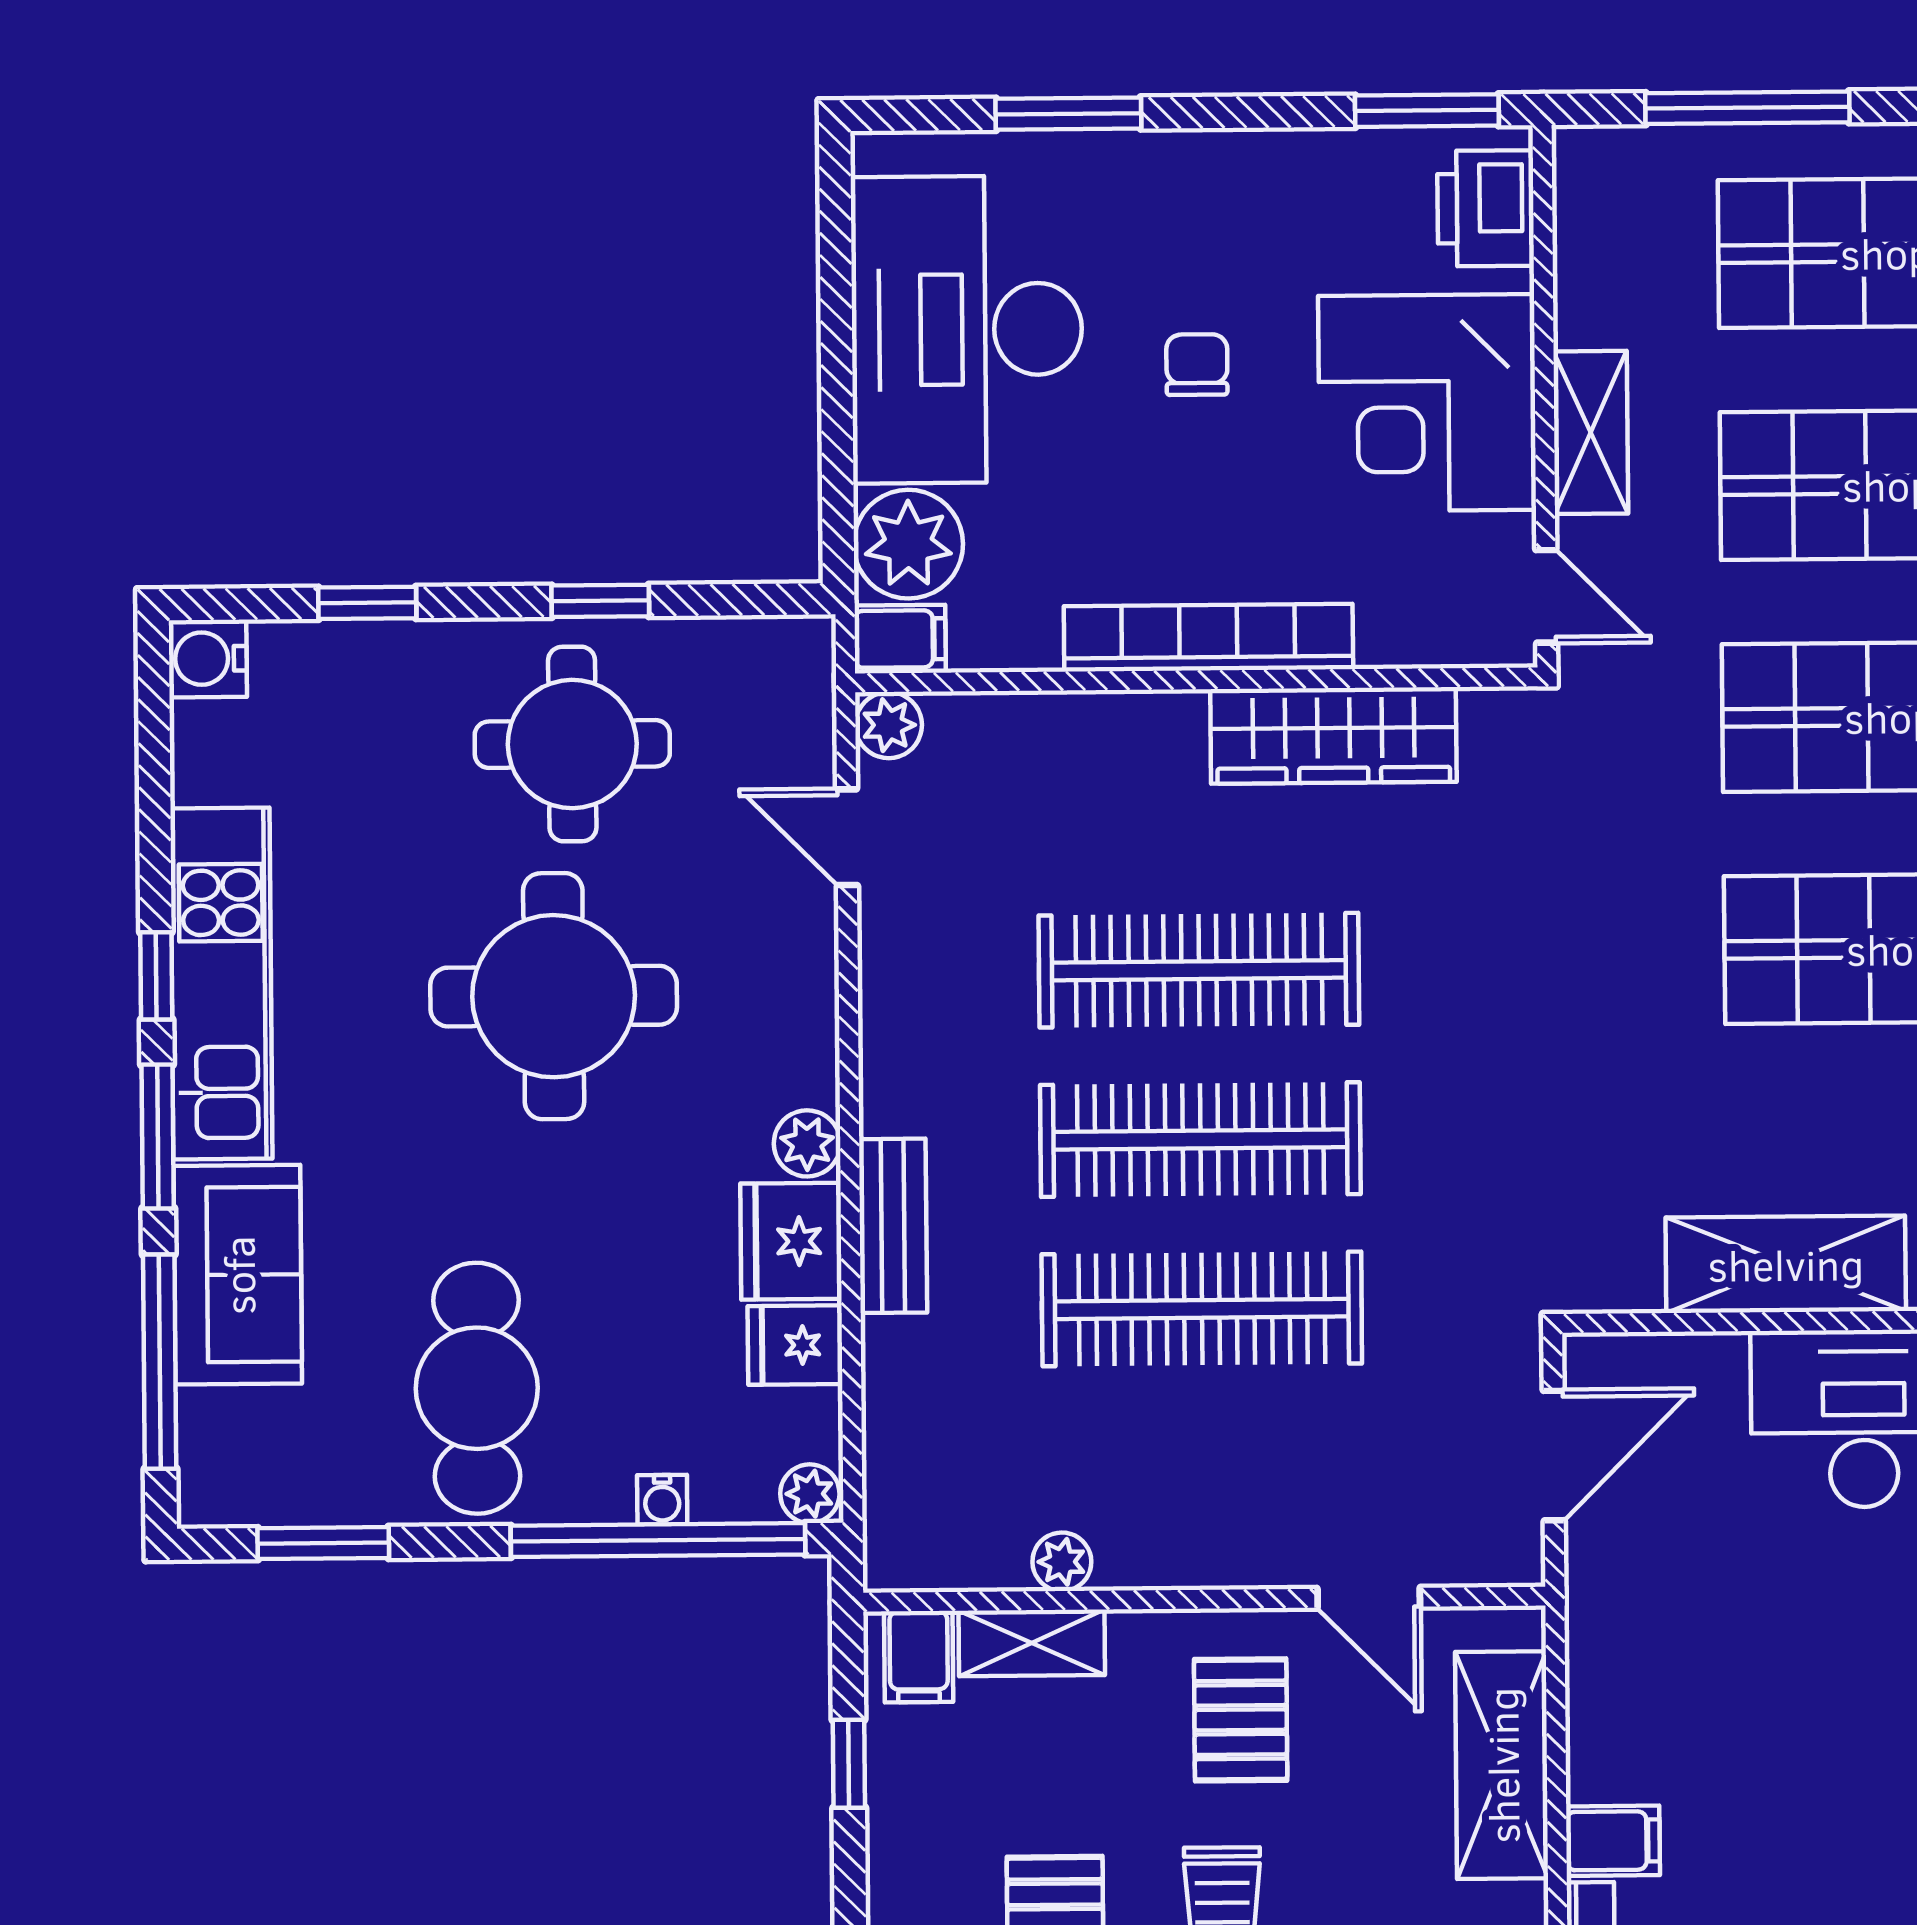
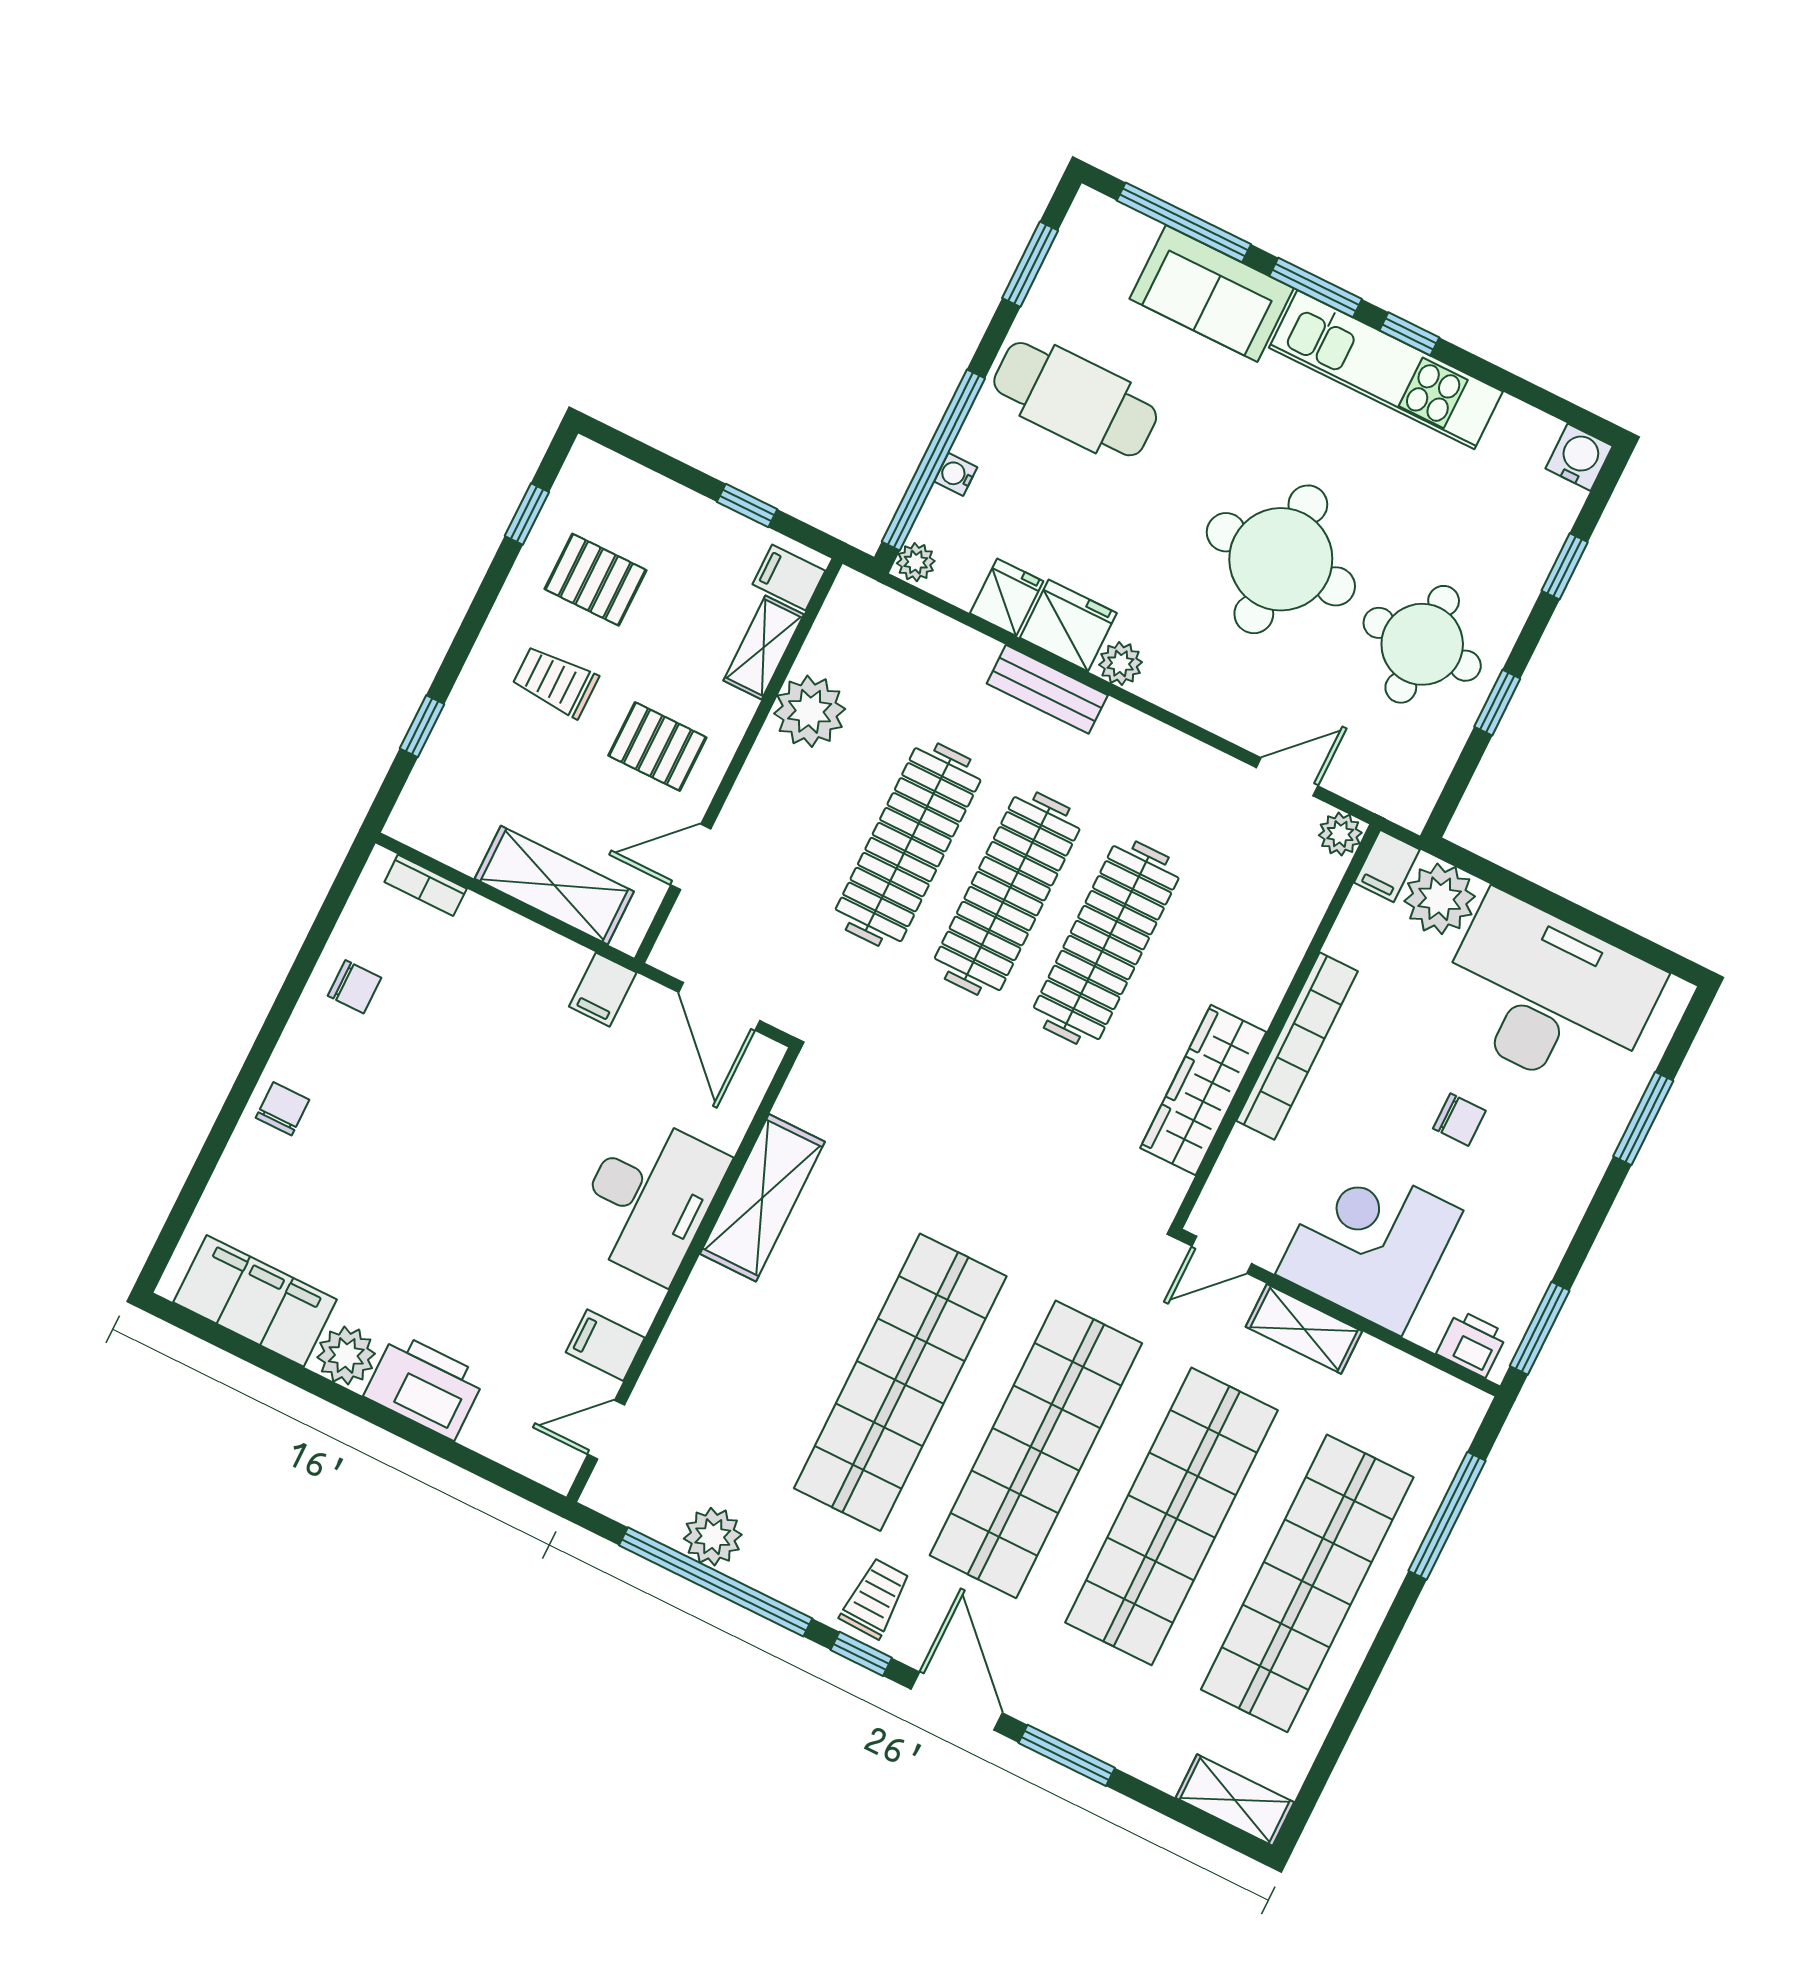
printer: (1486, 208) -> (1472, 1344), width x0.73, depth x0.81
plant: (1062, 1562) -> (810, 711), width x1.87, depth x1.87
filing cabinet: (1613, 1841) -> (603, 990), moved

